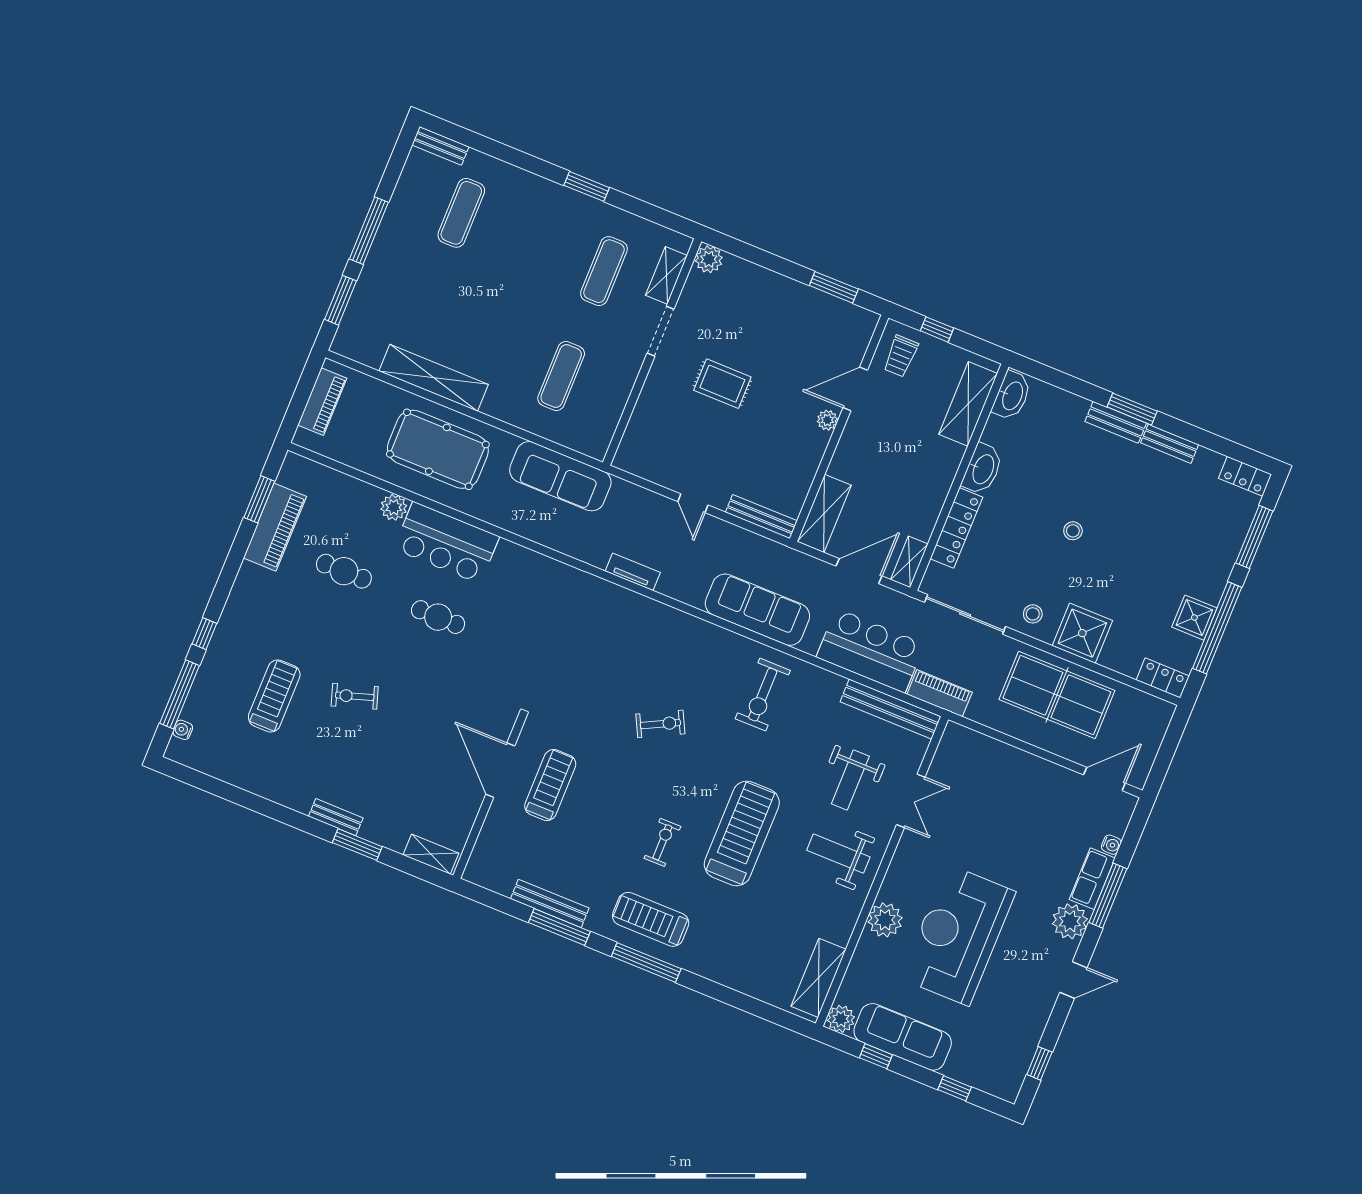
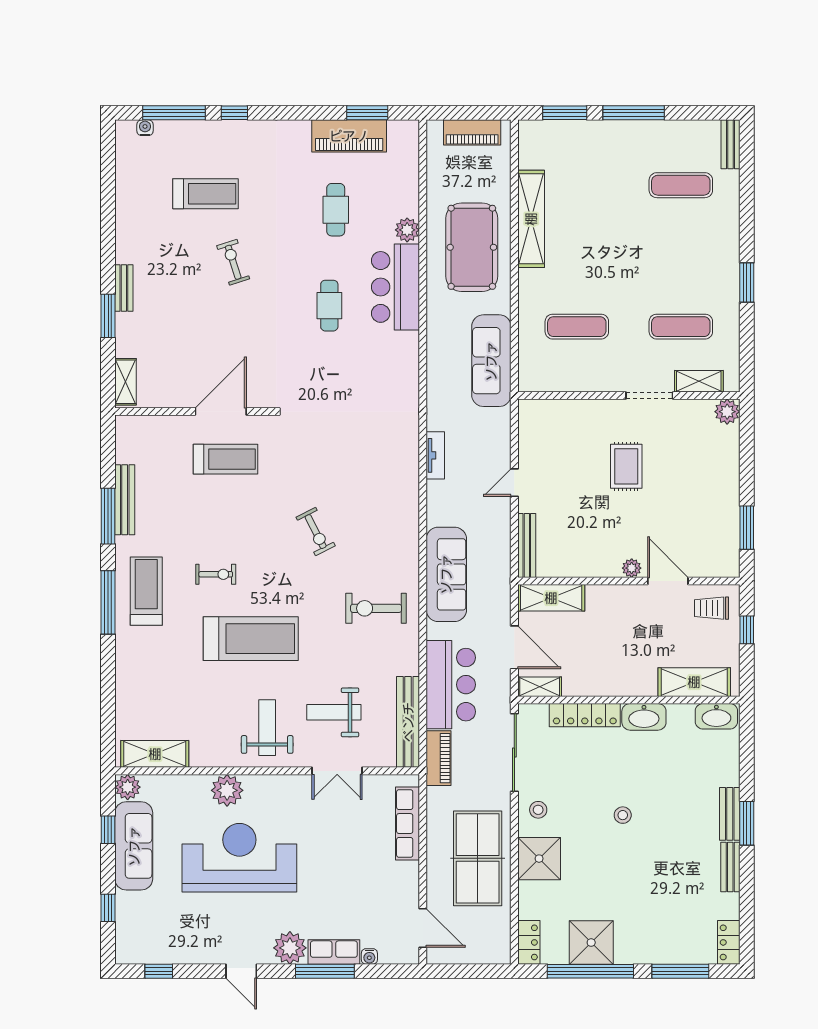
shower: (1194, 618) -> (591, 943), width x1.36, depth x1.36
row of seats: (993, 751) -> (408, 824), added

